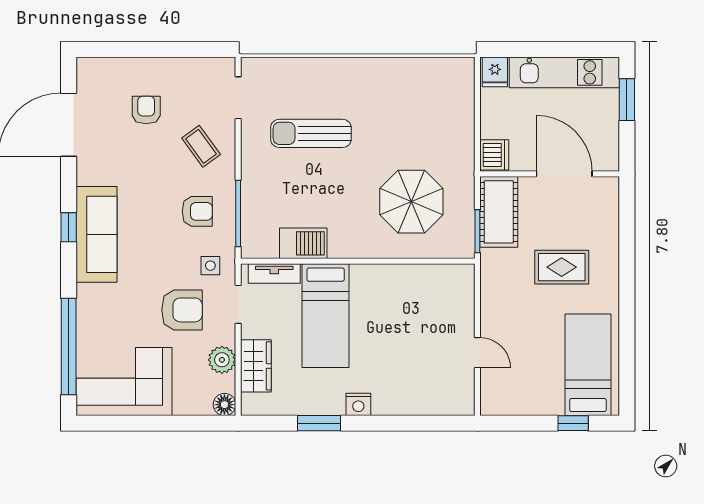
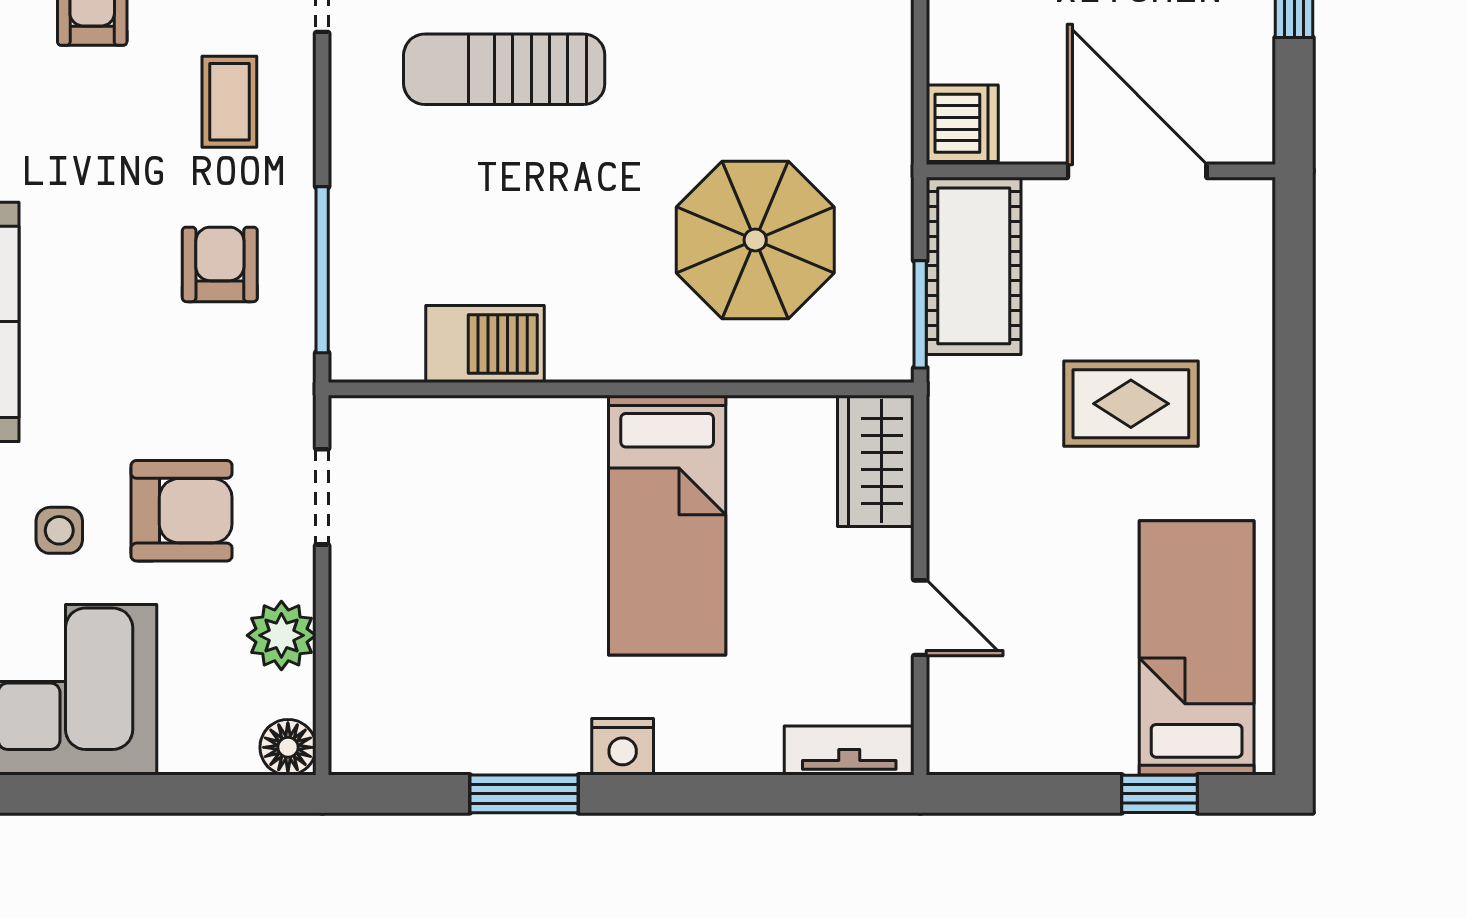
coffee table: (201, 146) -> (229, 102), turned 36
armchair: (197, 211) -> (220, 264), turned -90
side table: (210, 266) -> (59, 530), moved
tv unit: (274, 274) -> (849, 750), moved, turned 180
bed: (326, 316) -> (667, 525), moved
wardrobe: (256, 366) -> (876, 461), moved, turned 180

